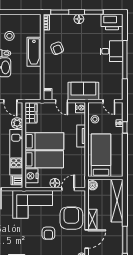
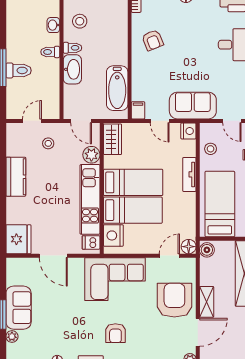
bathtub: (34, 52) -> (117, 88), moved
floor lamp: (55, 183) -> (189, 247), moved
armchair: (48, 233) -> (115, 333), moved

